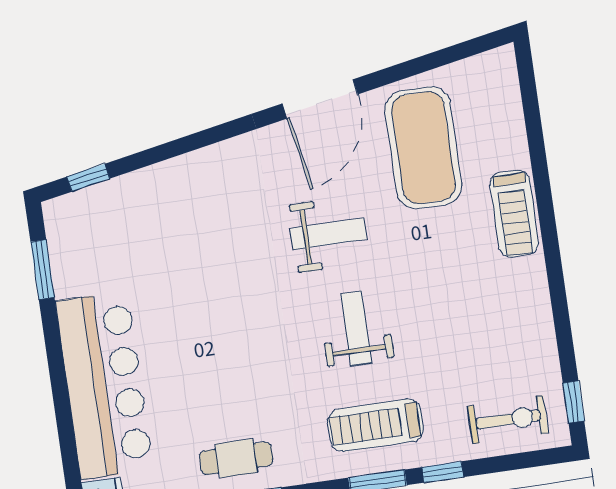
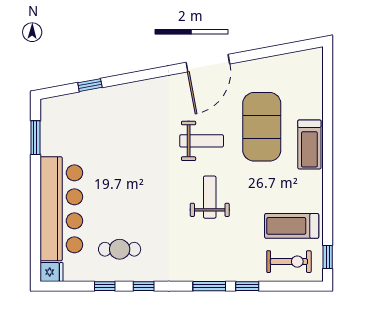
exercise mat: (423, 148) -> (262, 127), moved
window: (88, 178) -> (90, 85), moved
treadmill: (376, 425) -> (292, 226), moved
cafe table: (236, 458) -> (120, 249), moved

